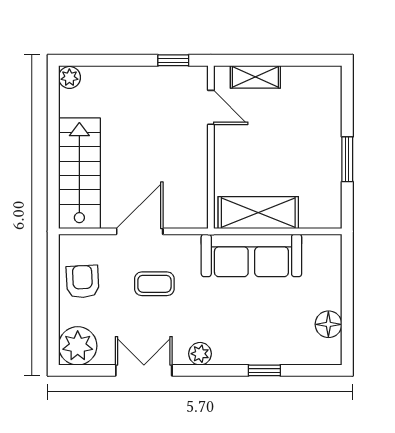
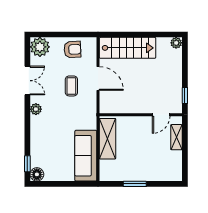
sofa: (251, 255) -> (86, 156), moved
floor lamp: (328, 324) -> (37, 174), moved
window: (264, 370) -> (27, 164), moved

